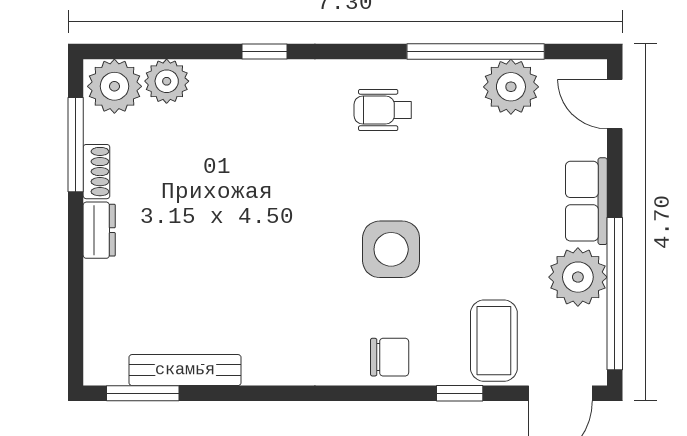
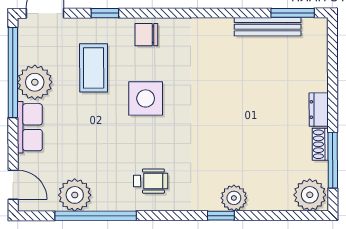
plant: (167, 81) -> (234, 198), moved
coffee table: (494, 341) -> (94, 68), moved

